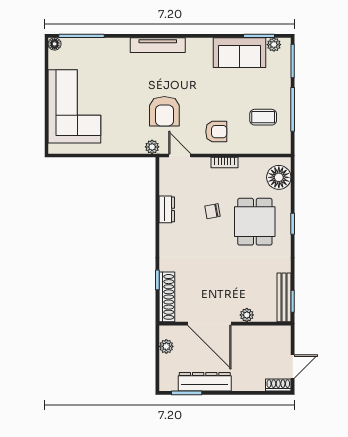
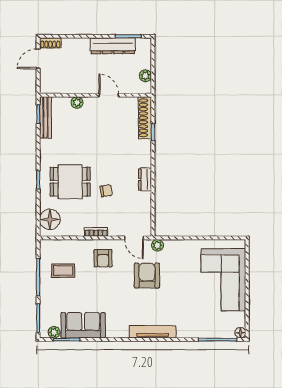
armchair: (216, 132) -> (103, 258), turned -90
dresser: (167, 209) -> (145, 179), moved
dining table: (255, 222) -> (70, 182), turned 90
door: (209, 324) -> (109, 95), width x0.53

